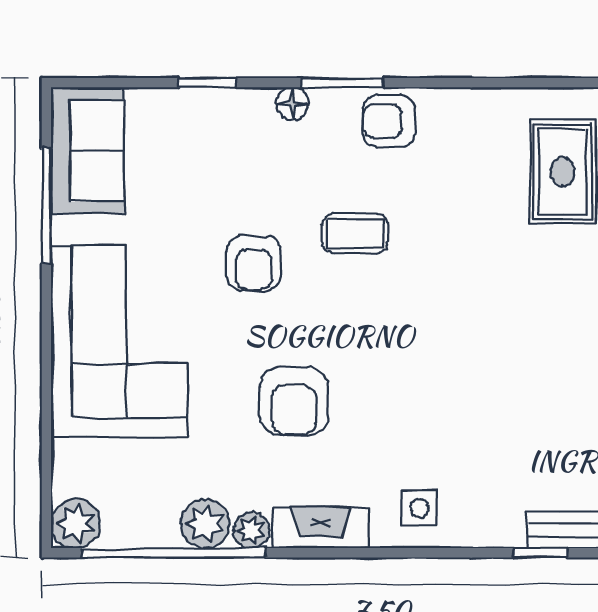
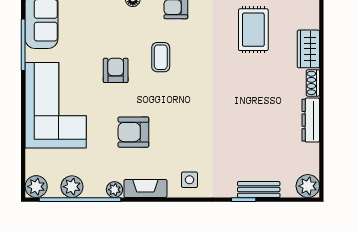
coffee table: (355, 233) -> (161, 57), turned 90
armchair: (254, 263) -> (116, 70), turned 180
armchair: (294, 401) -> (133, 132), turned 90
plant: (205, 524) -> (72, 187), moved

